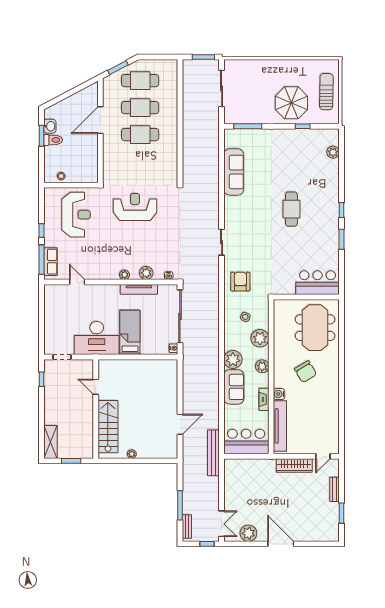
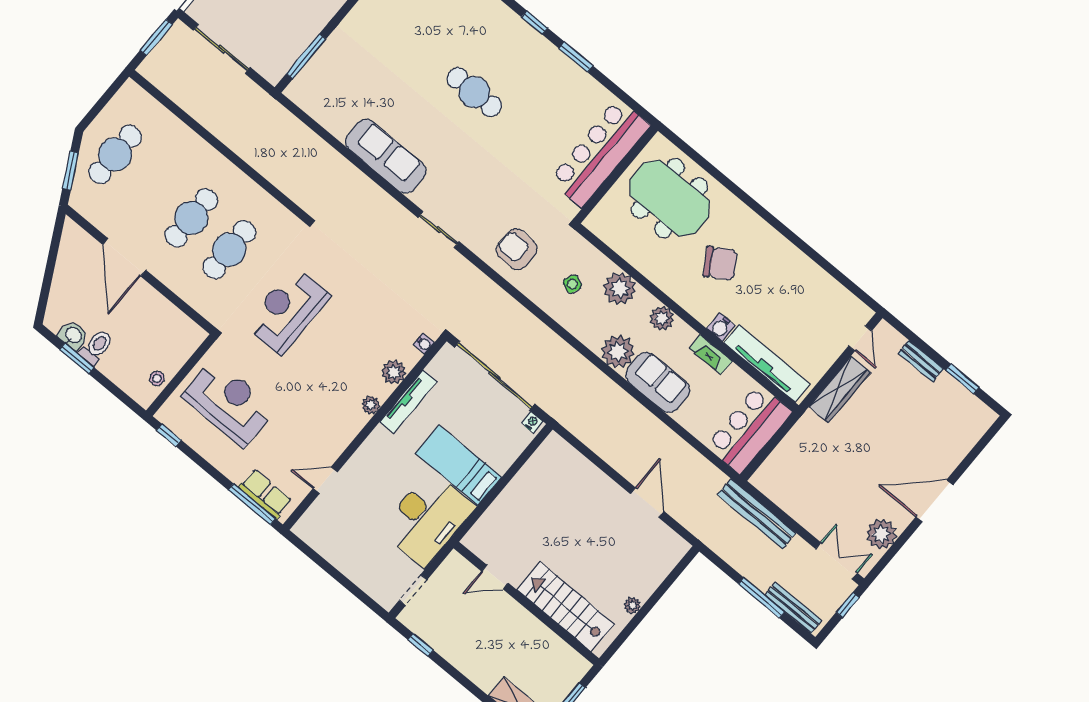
cafe table: (140, 108) -> (229, 250), moved
sofa: (234, 172) -> (386, 156), moved
window: (42, 231) -> (169, 435), moved
bar counter: (318, 283) -> (600, 153), width x1.36
bench: (213, 453) -> (757, 514), moved
bench: (187, 527) -> (793, 608), width x1.36

